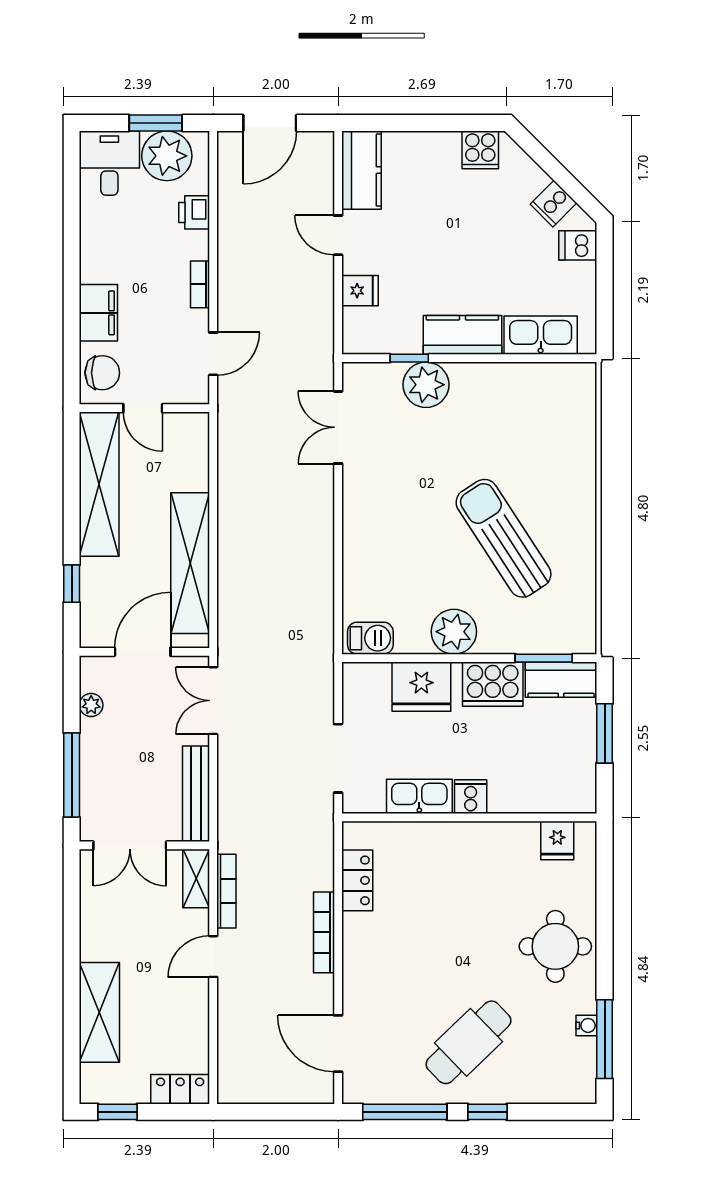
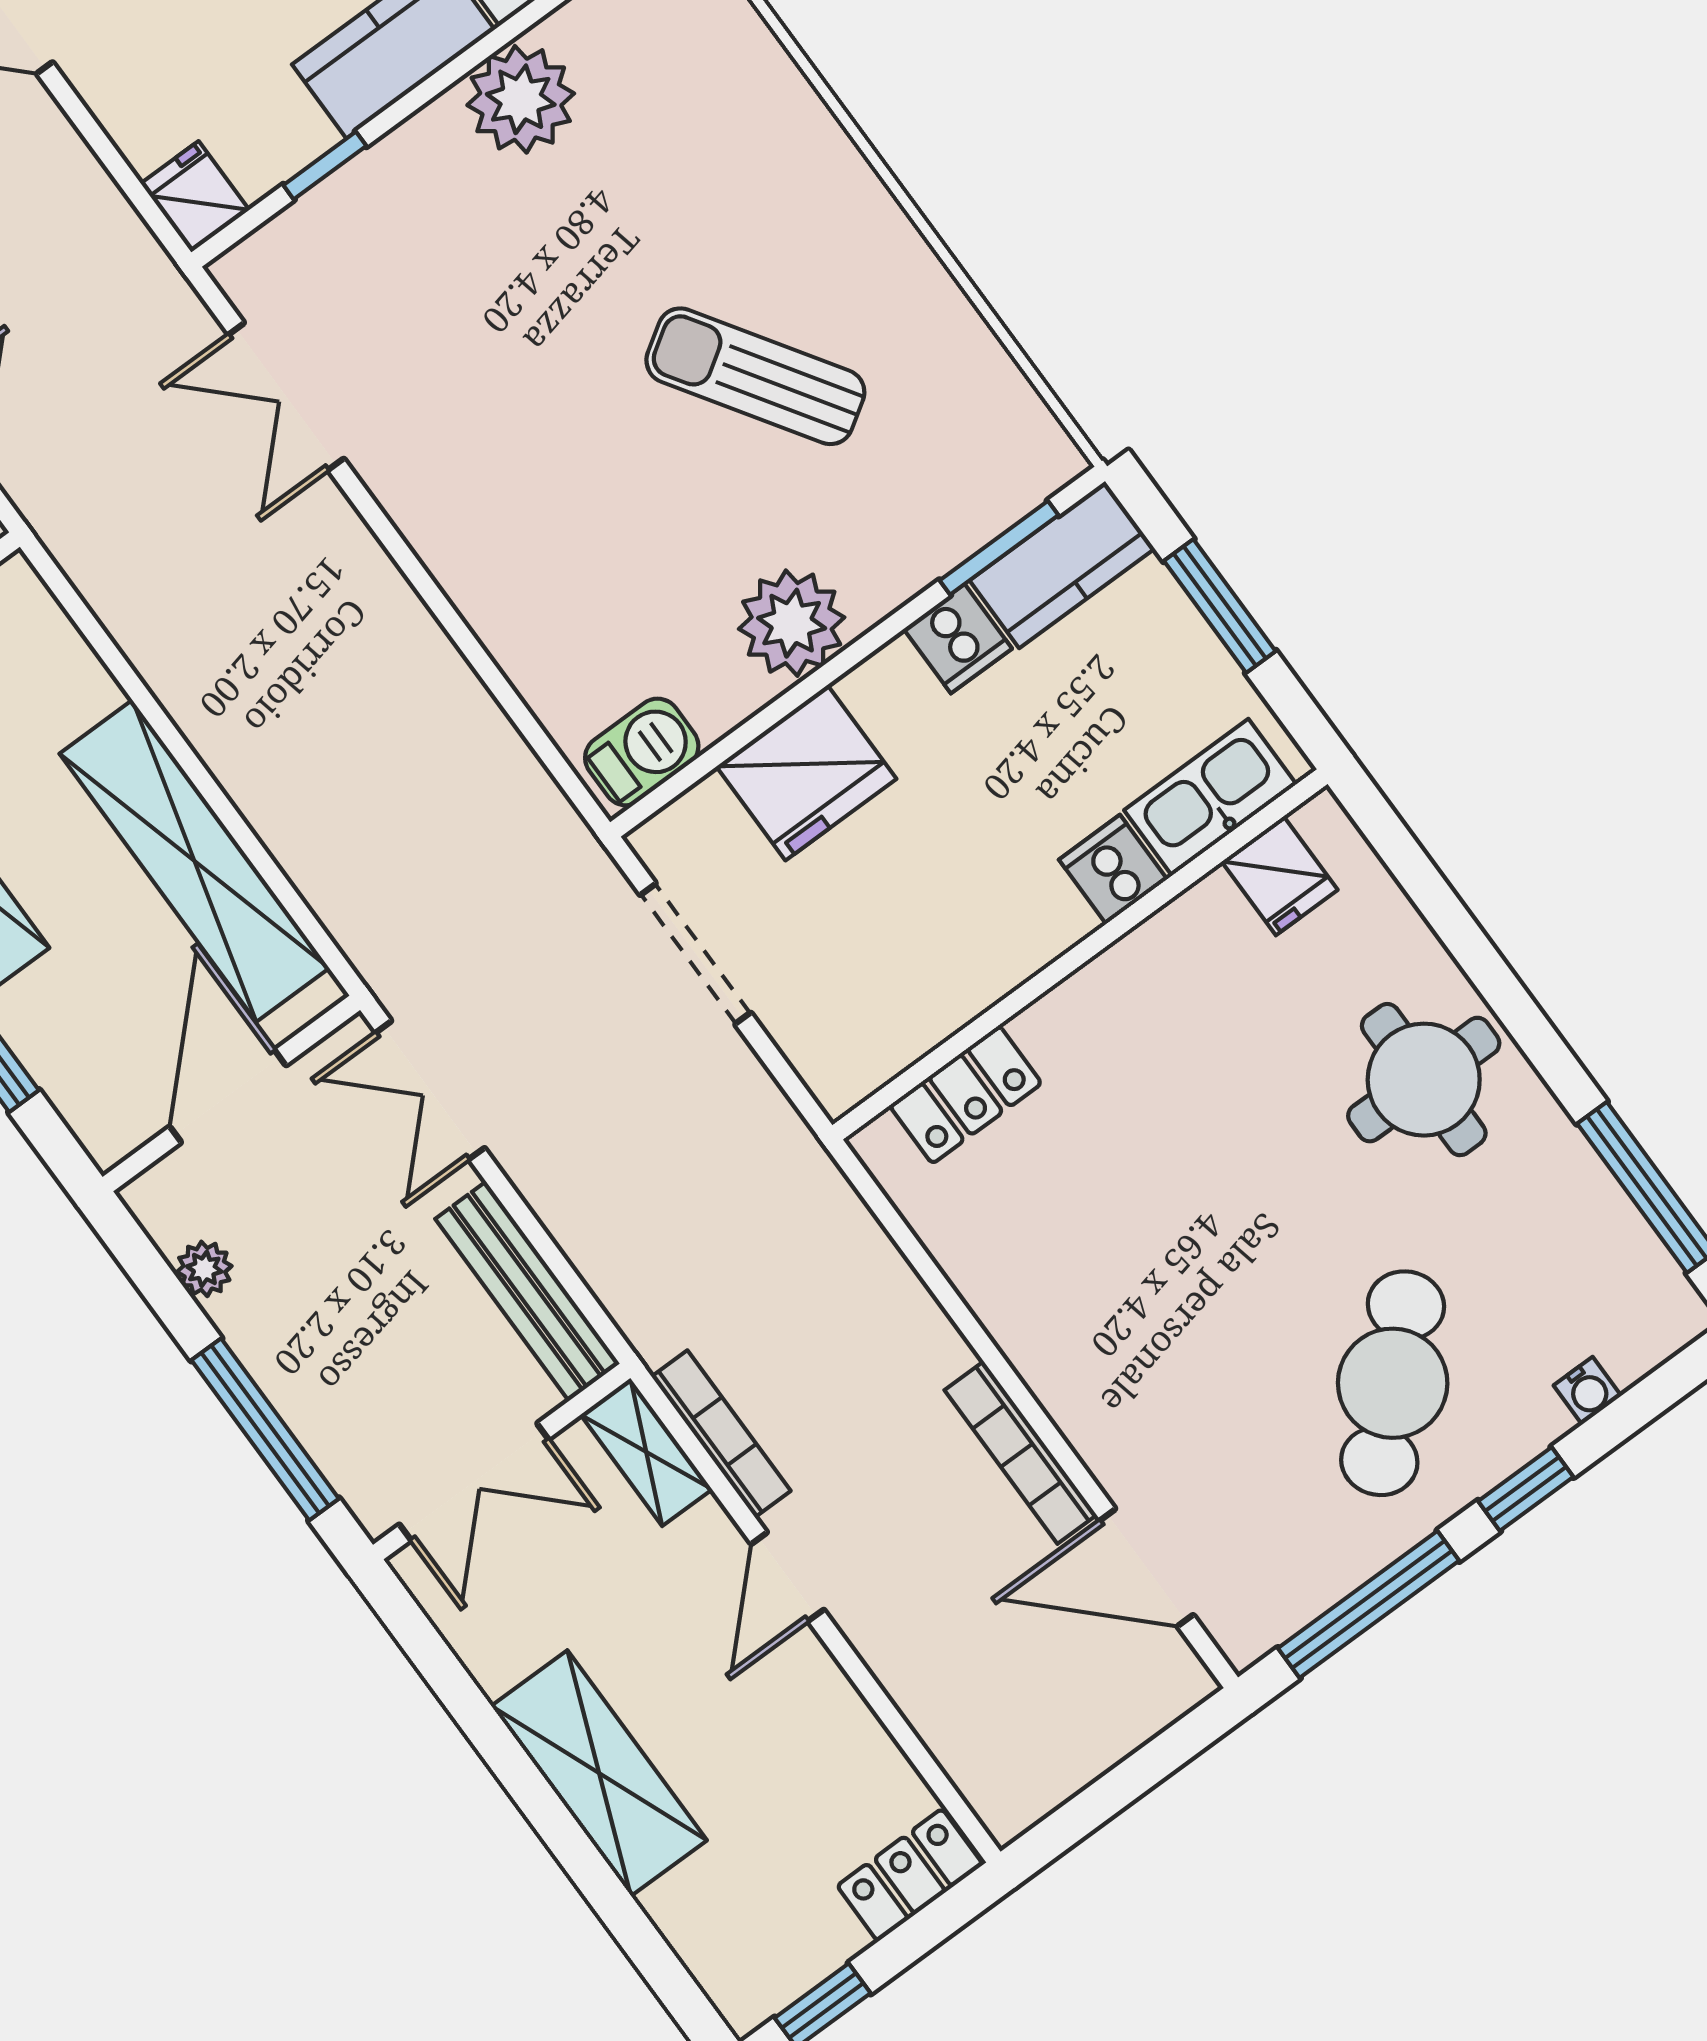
fridge: (360, 291) -> (195, 197), moved, turned -90
plant: (426, 385) -> (521, 99), moved
sun lounger: (504, 538) -> (755, 376), width x0.73, depth x0.75
cooker: (493, 684) -> (958, 639), width x0.53, depth x0.76
doorway: (338, 758) -> (696, 954), moved
kitchen sink: (419, 796) -> (1210, 797), moved
cooker: (471, 797) -> (1113, 869), moved
locker: (357, 880) -> (966, 1095), moved, turned 90
bookcase: (324, 932) -> (1021, 1453), moved
shelving: (99, 1012) -> (599, 1773), moved
water cooler: (586, 1025) -> (1587, 1391), moved, turned 90

